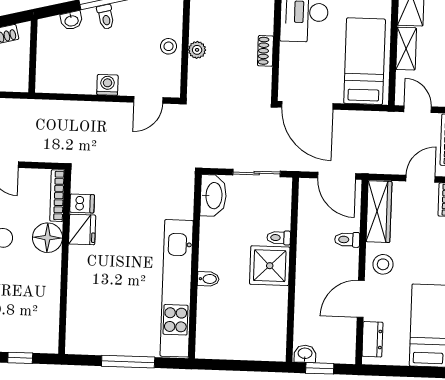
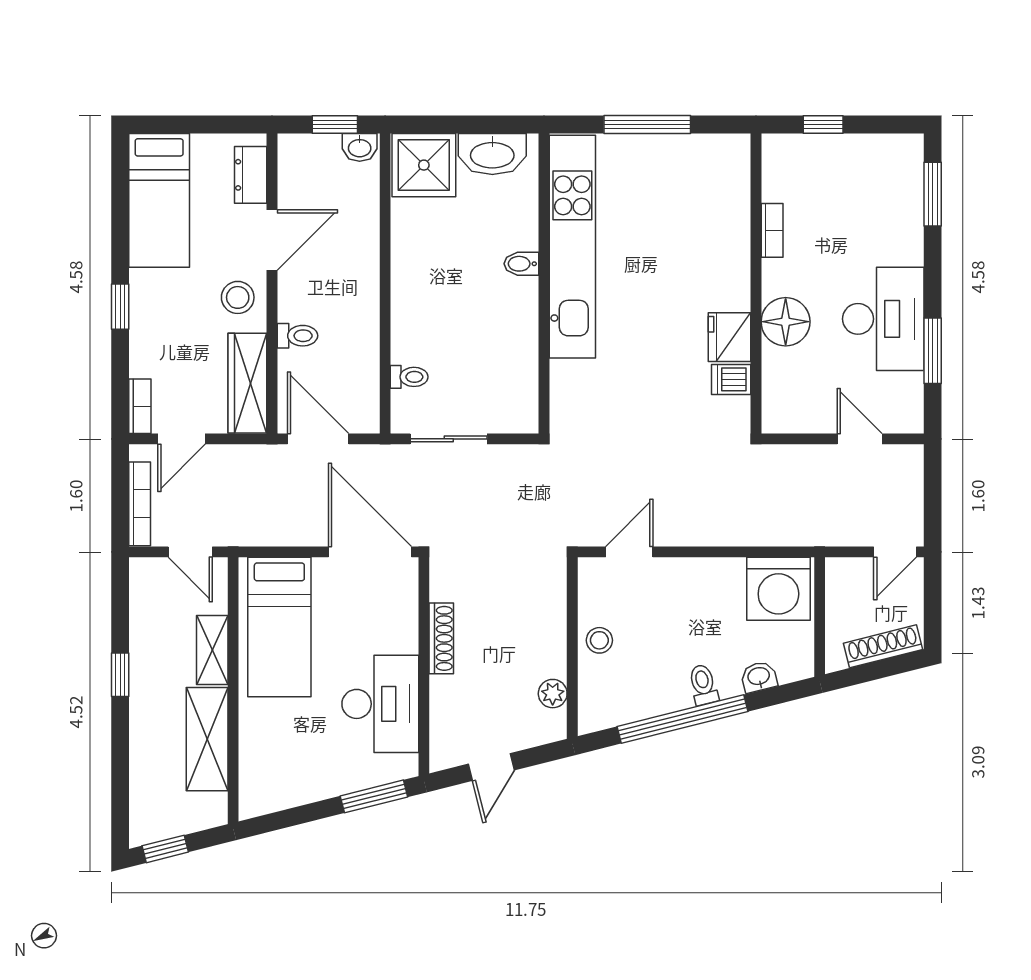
plant: (197, 50) -> (553, 694), moved
shoe rack: (265, 51) -> (441, 638), width x1.43
washing machine: (107, 85) -> (778, 589), moved, width x1.89, depth x1.89
bookcase: (57, 196) -> (772, 230), moved, width x0.64
washbasin: (213, 196) -> (492, 154), moved, turned -90
toilet: (279, 238) -> (409, 377), moved
shower: (270, 266) -> (424, 165), moved

